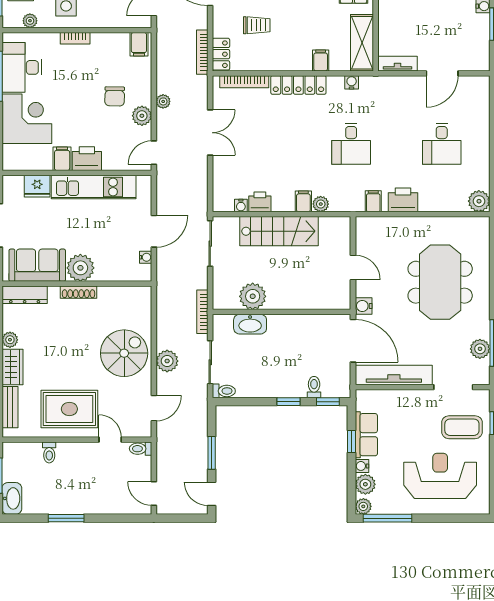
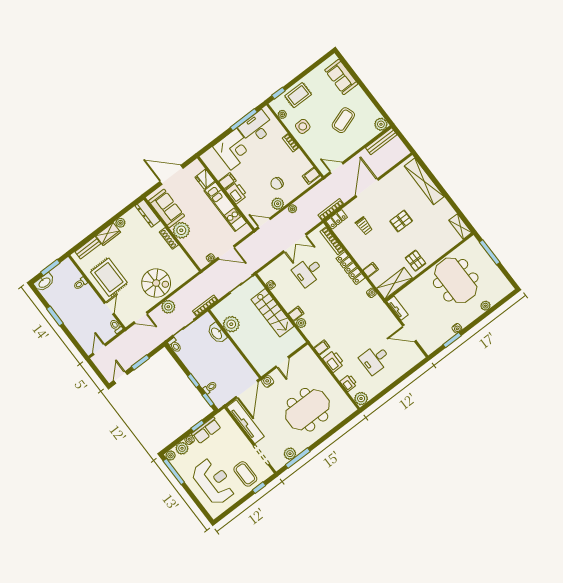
desk: (351, 144) -> (308, 272), moved
printer: (260, 202) -> (349, 383), moved

